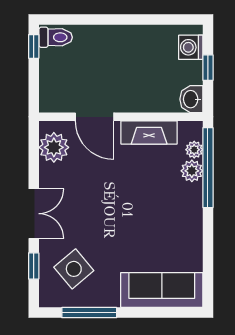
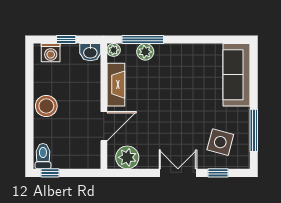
stool: (121, 42) -> (46, 106), added
plant: (194, 150) -> (114, 50), moved
window: (208, 168) -> (143, 39), width x0.68
side table: (74, 269) -> (220, 142), turned -35

